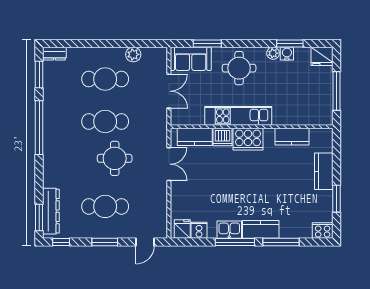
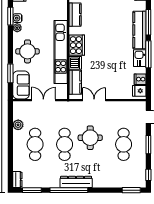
kitchen unit: (238, 116) -> (61, 52), width x1.36
dresser: (51, 211) -> (76, 182), moved
kitchen counter: (261, 229) -> (139, 30), width x1.50

